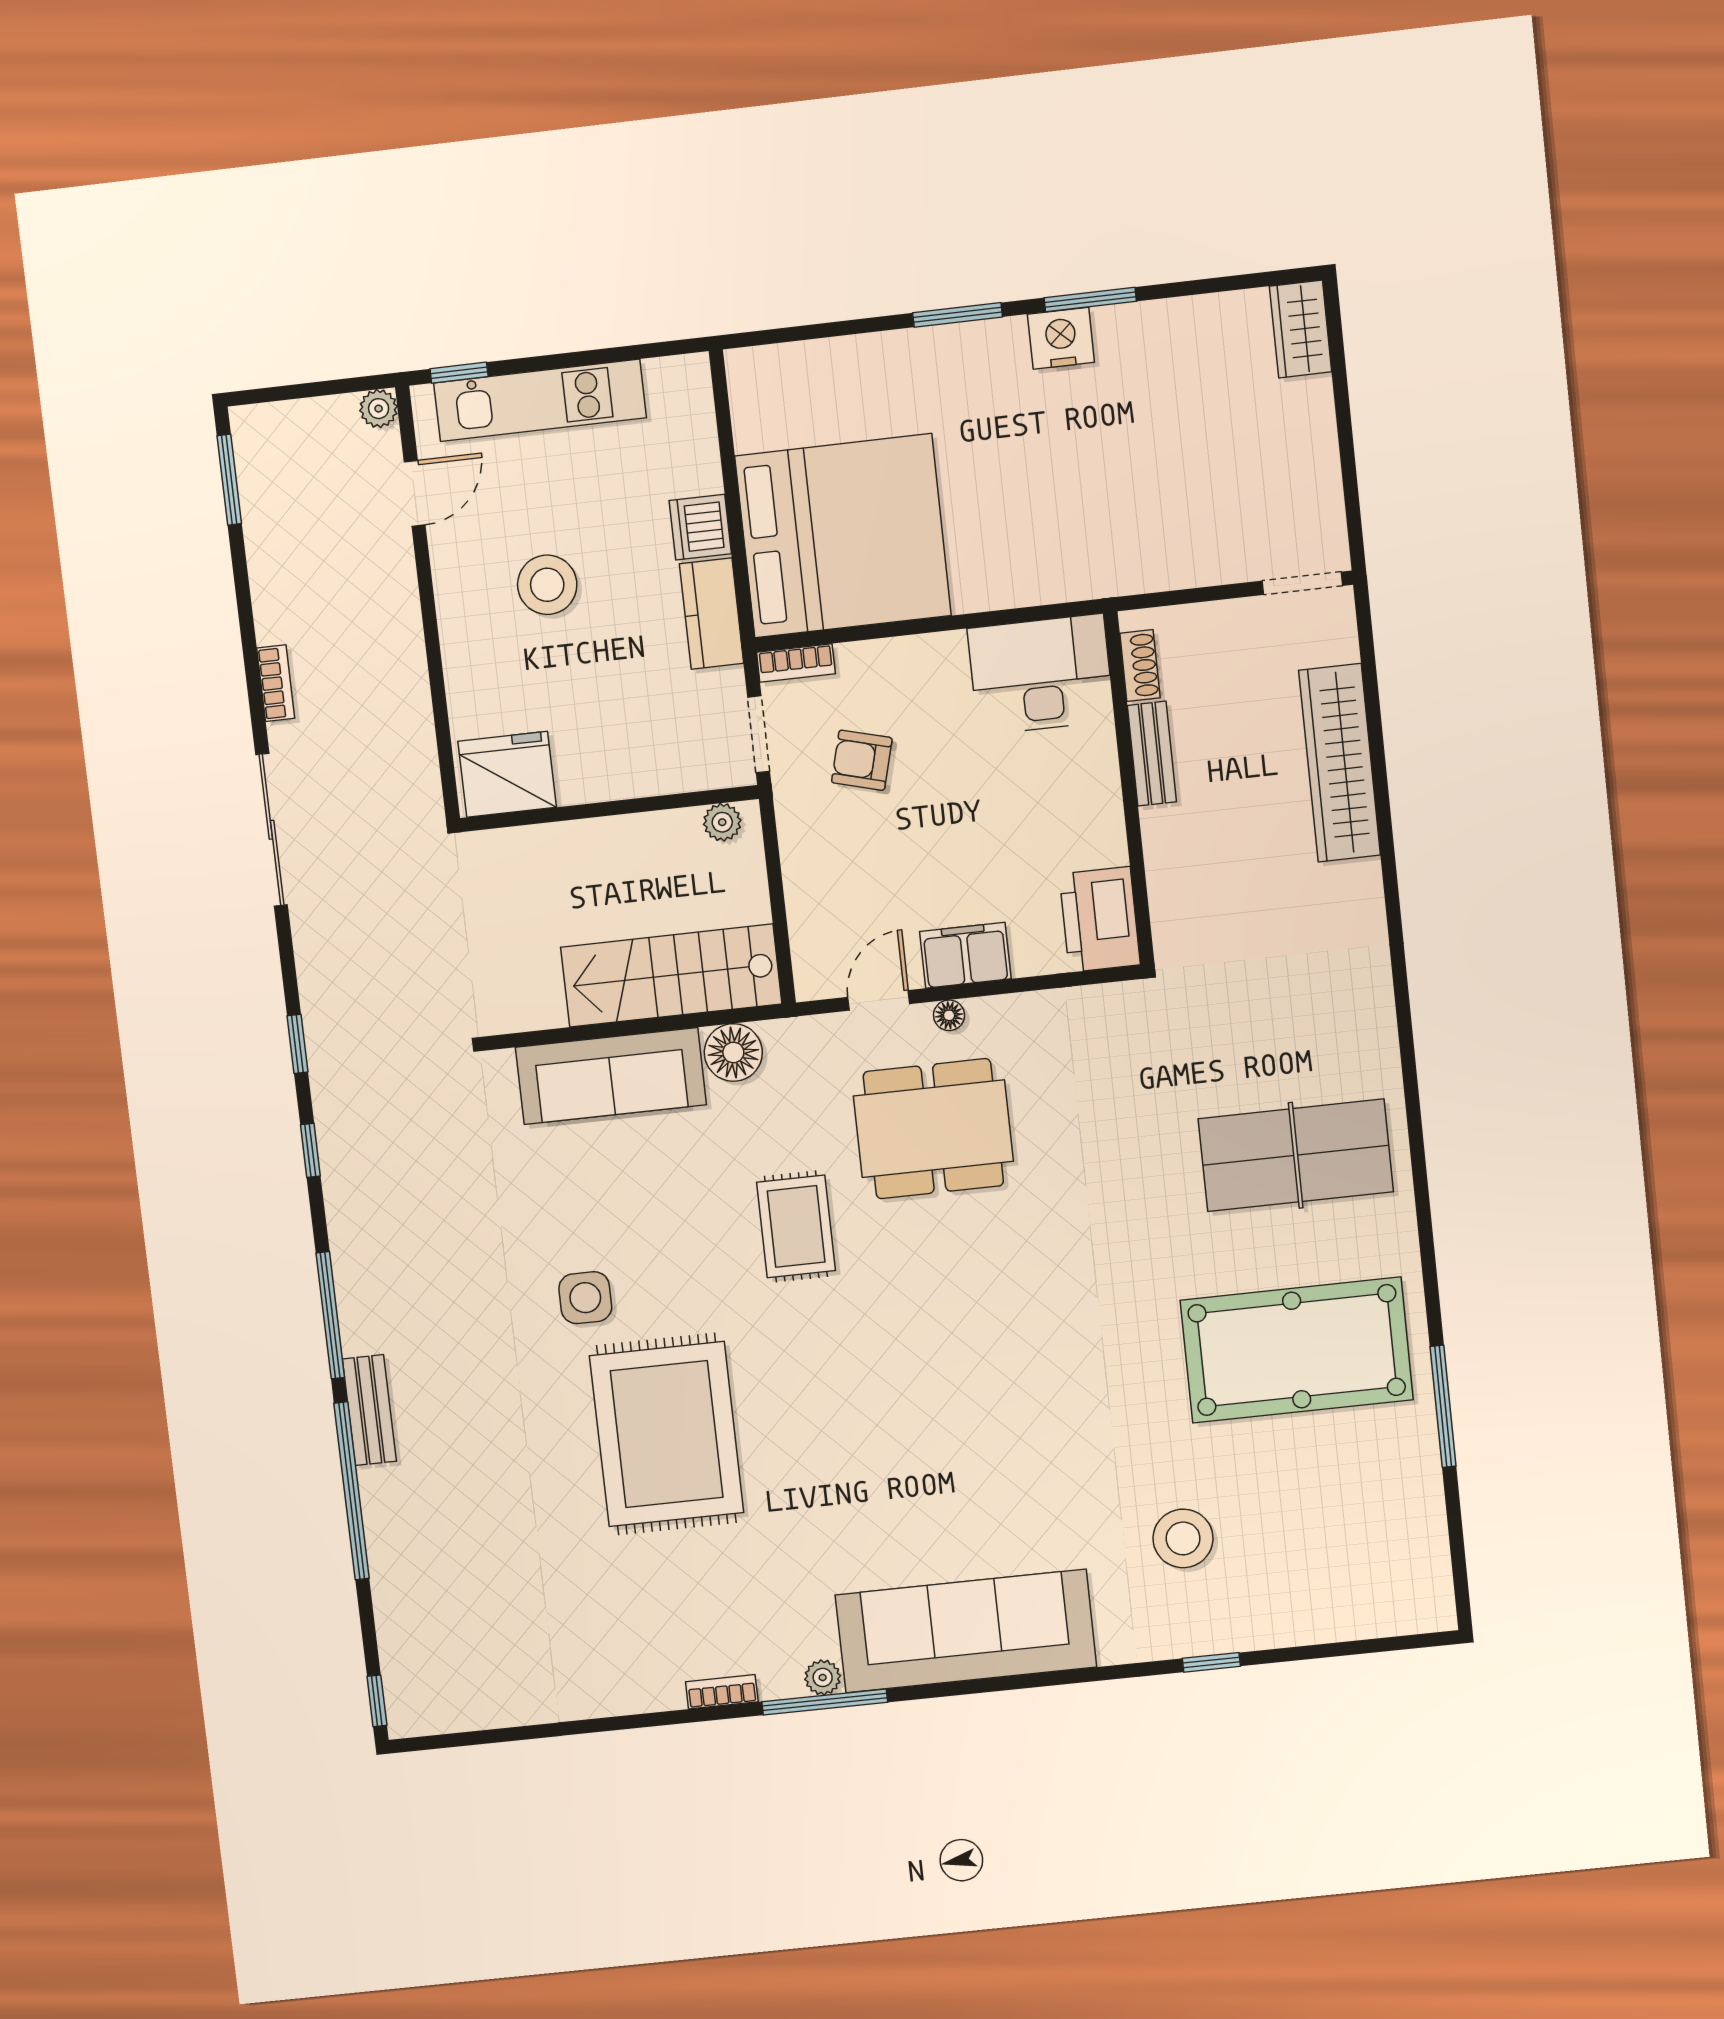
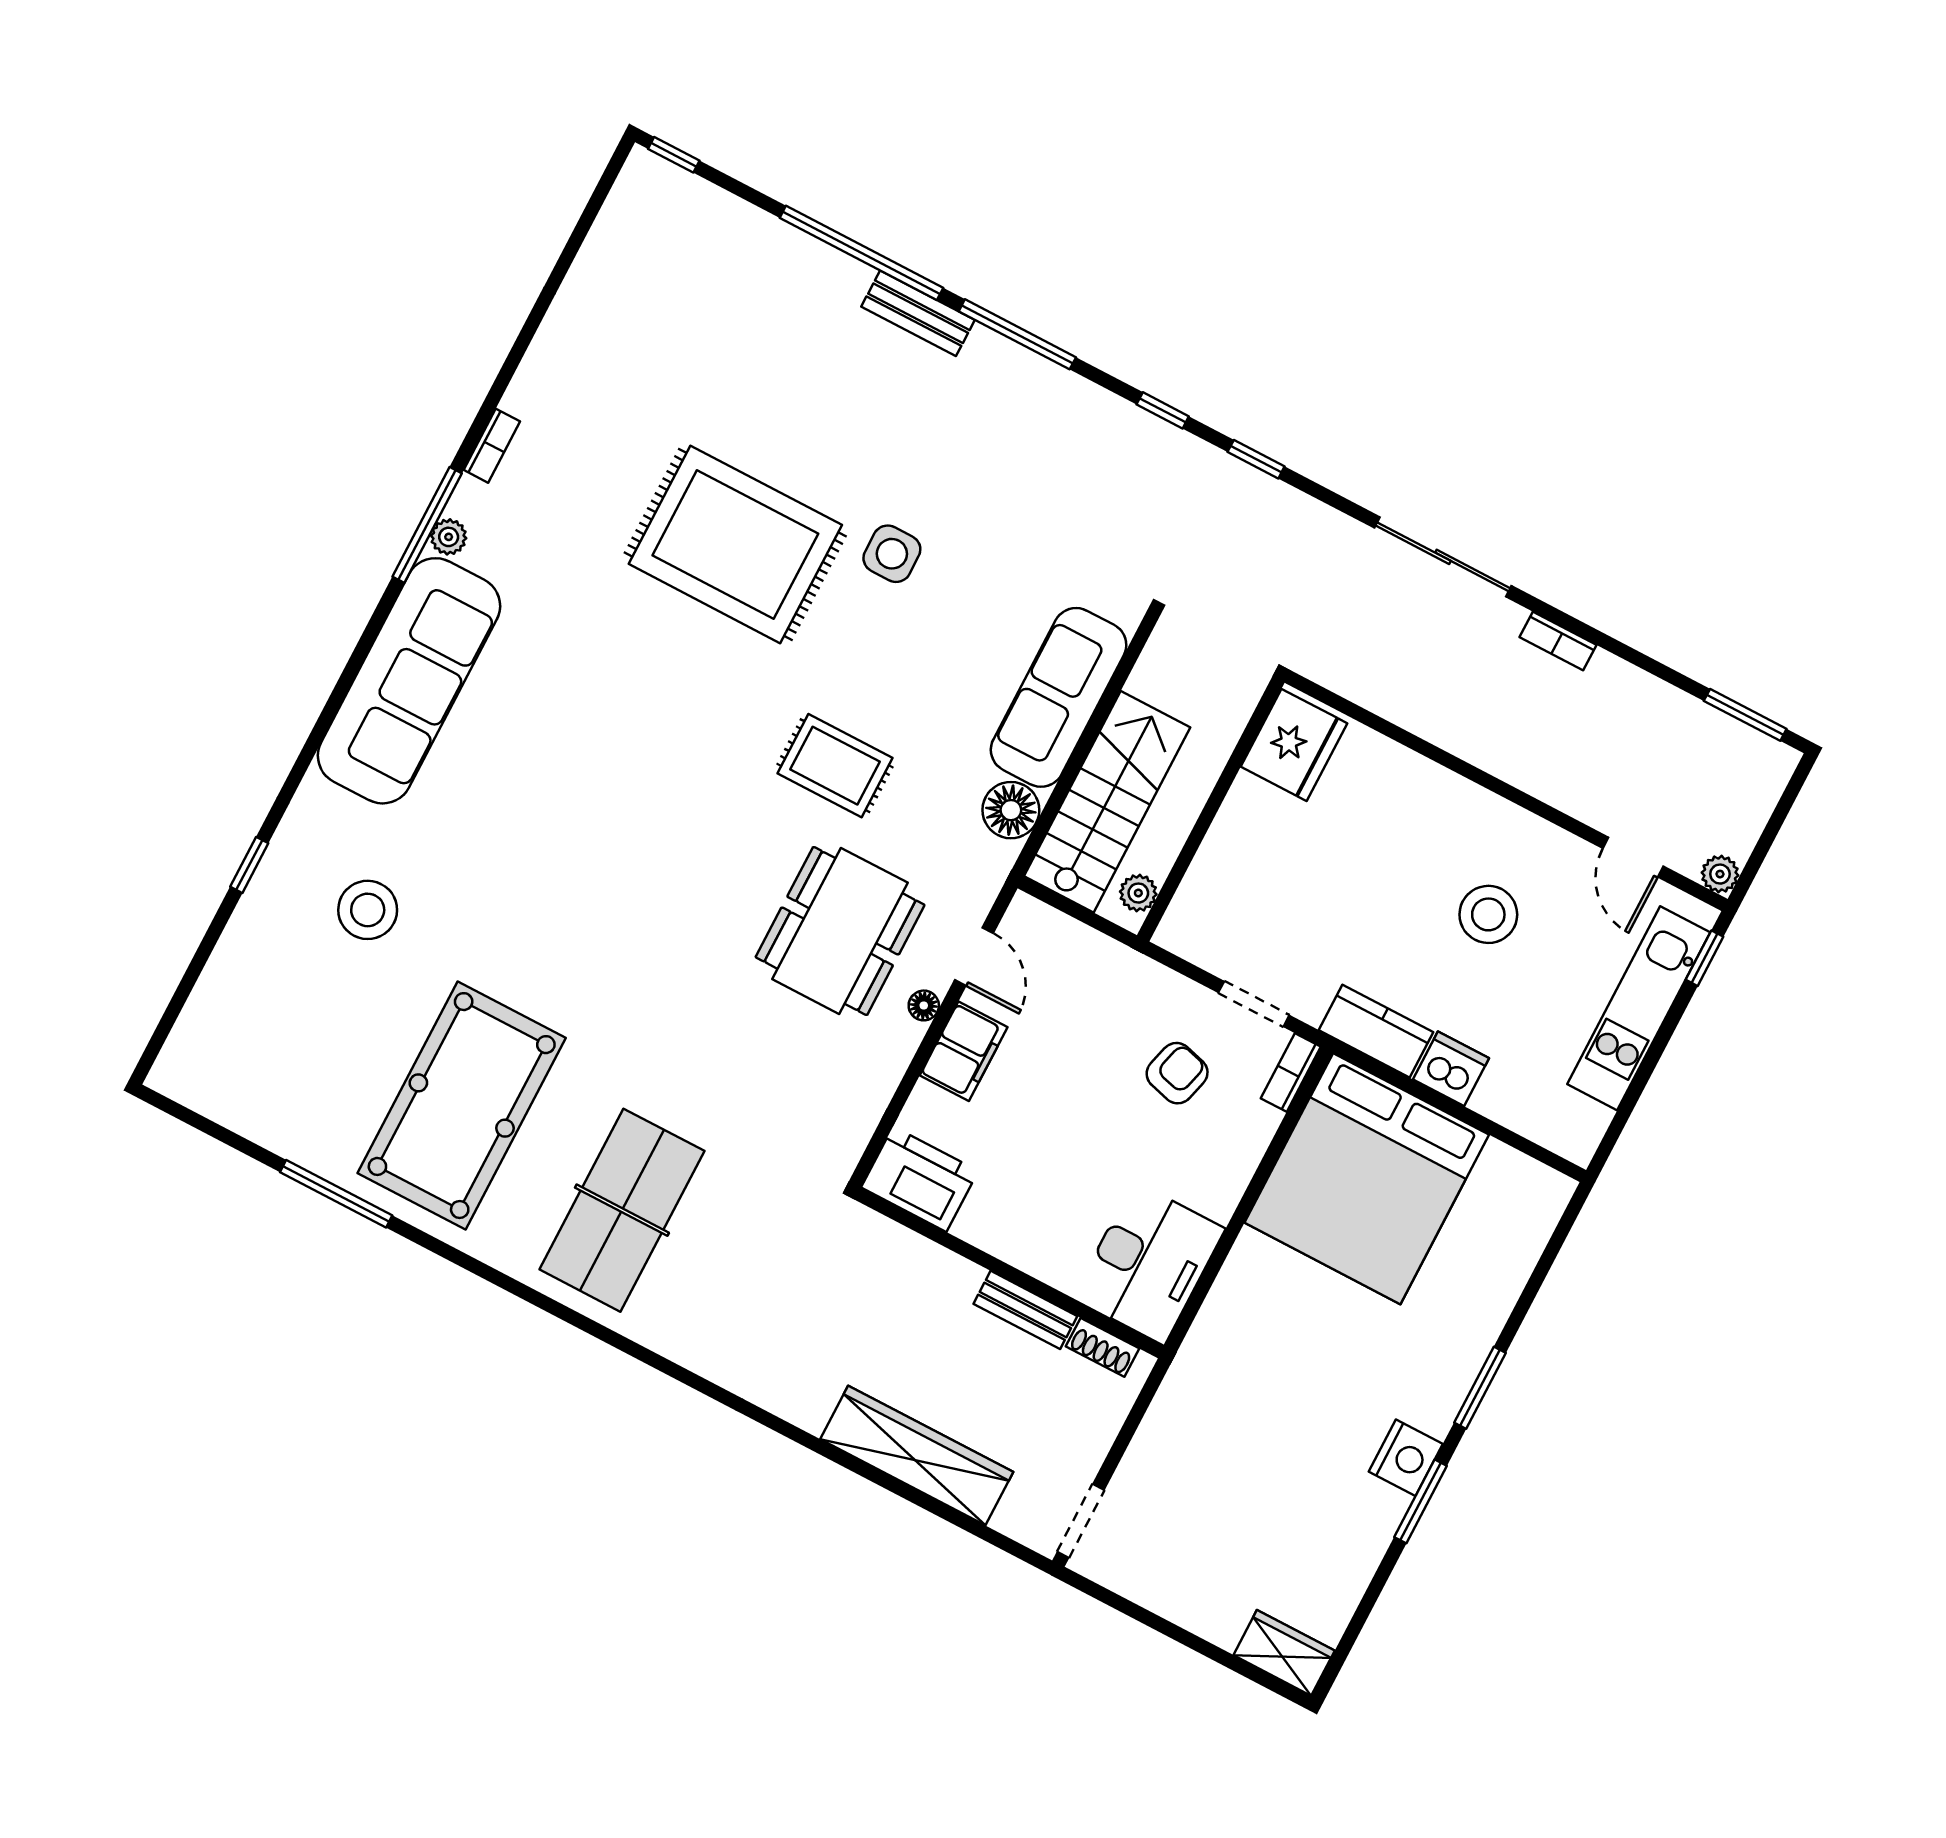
fridge: (507, 774) -> (1294, 745), moved
wall: (609, 809) -> (1211, 809), moved
plant: (722, 822) -> (1138, 893), moved

